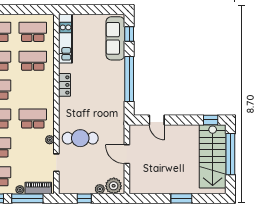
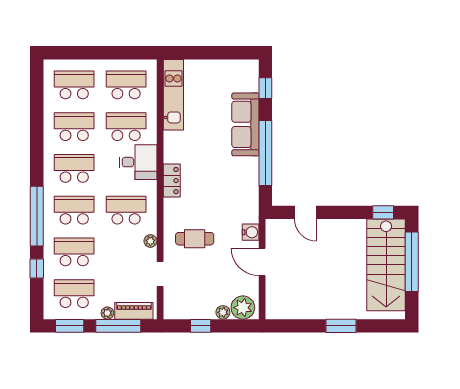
sofa: (115, 38) -> (245, 124), moved
desk: (41, 85) -> (138, 162), added
locker: (64, 85) -> (172, 181), moved
water cooler: (119, 134) -> (251, 232), added
cafe table: (80, 138) -> (195, 239), width x0.73, depth x0.74

